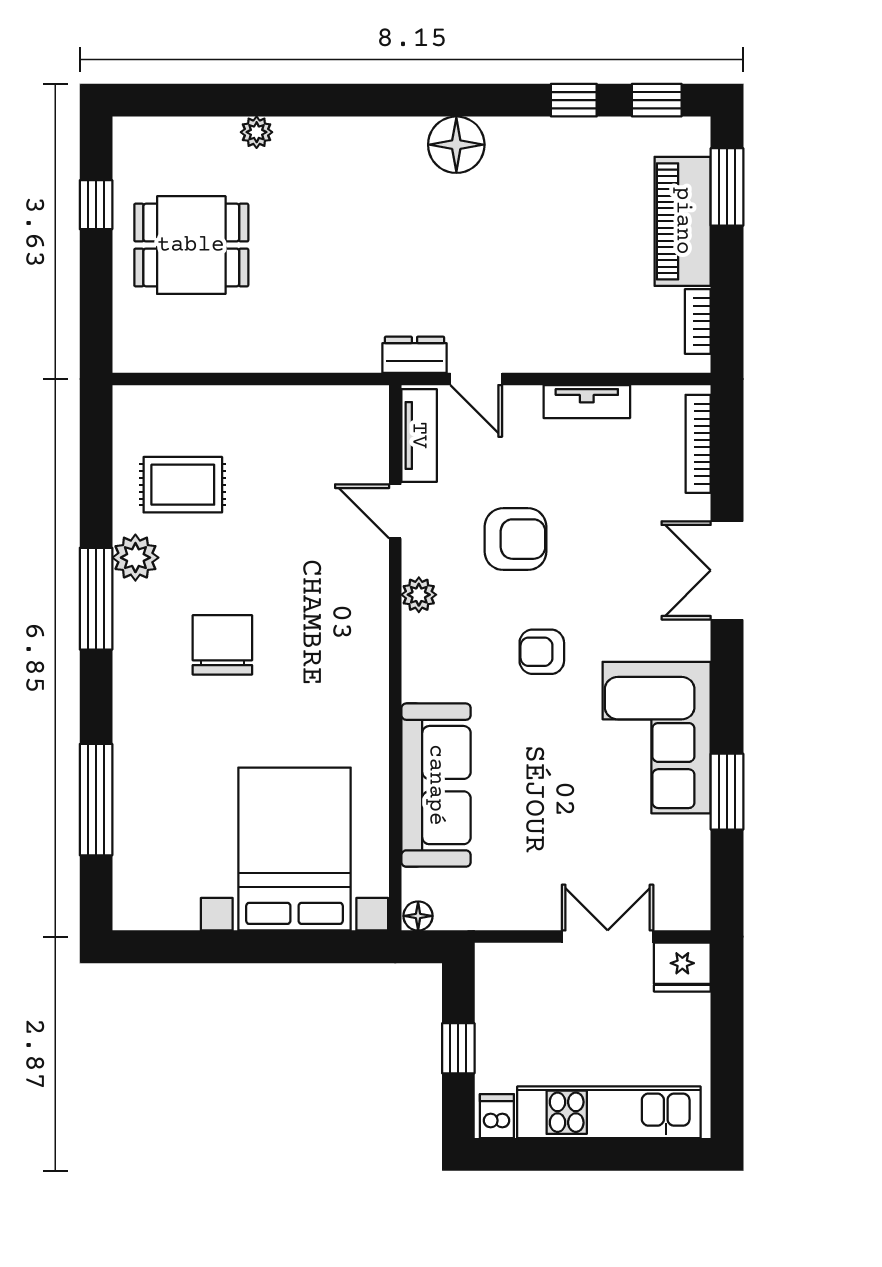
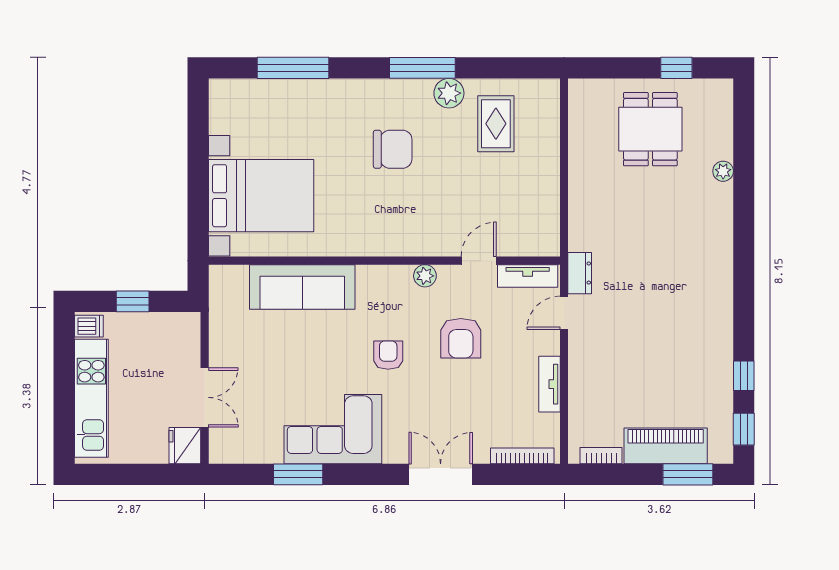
floor lamp: (456, 145) -> (715, 300), removed
floor lamp: (418, 916) -> (218, 275), removed

